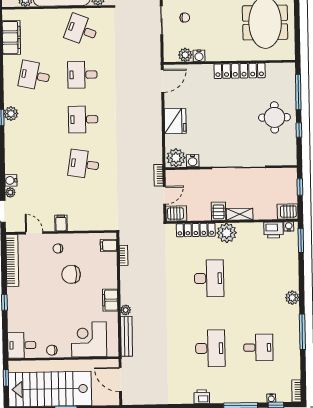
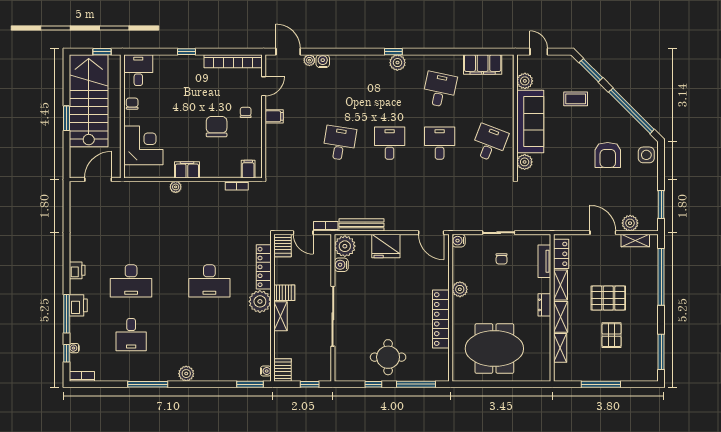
plant: (185, 55) -> (460, 289), moved
water cooler: (199, 56) -> (459, 241), moved
printer: (274, 230) -> (78, 305), moved, turned 180
bench: (127, 336) -> (361, 225), moved

